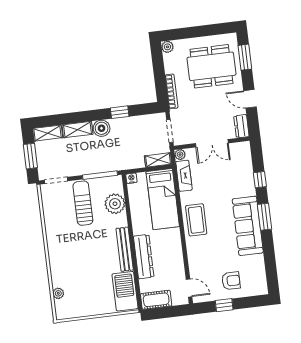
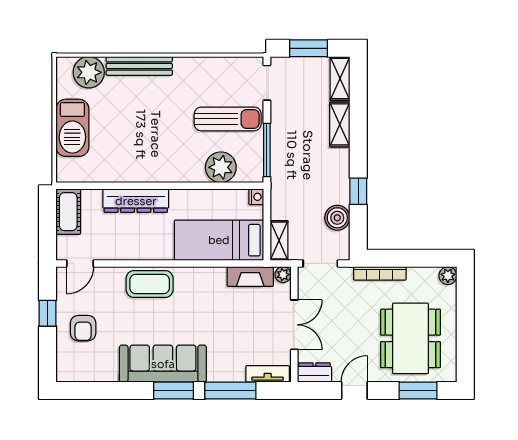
boiler: (102, 128) -> (337, 218), moved
double door: (212, 143) -> (294, 325), swing flipped
tv unit: (246, 157) -> (268, 374), added
window: (260, 180) -> (230, 391), width x2.17
coffee table: (196, 220) -> (150, 284), moved
bench: (125, 249) -> (139, 66), moved
barbecue: (125, 291) -> (72, 128), moved, turned 90
plant: (58, 293) -> (89, 72), width x1.88, depth x1.88

